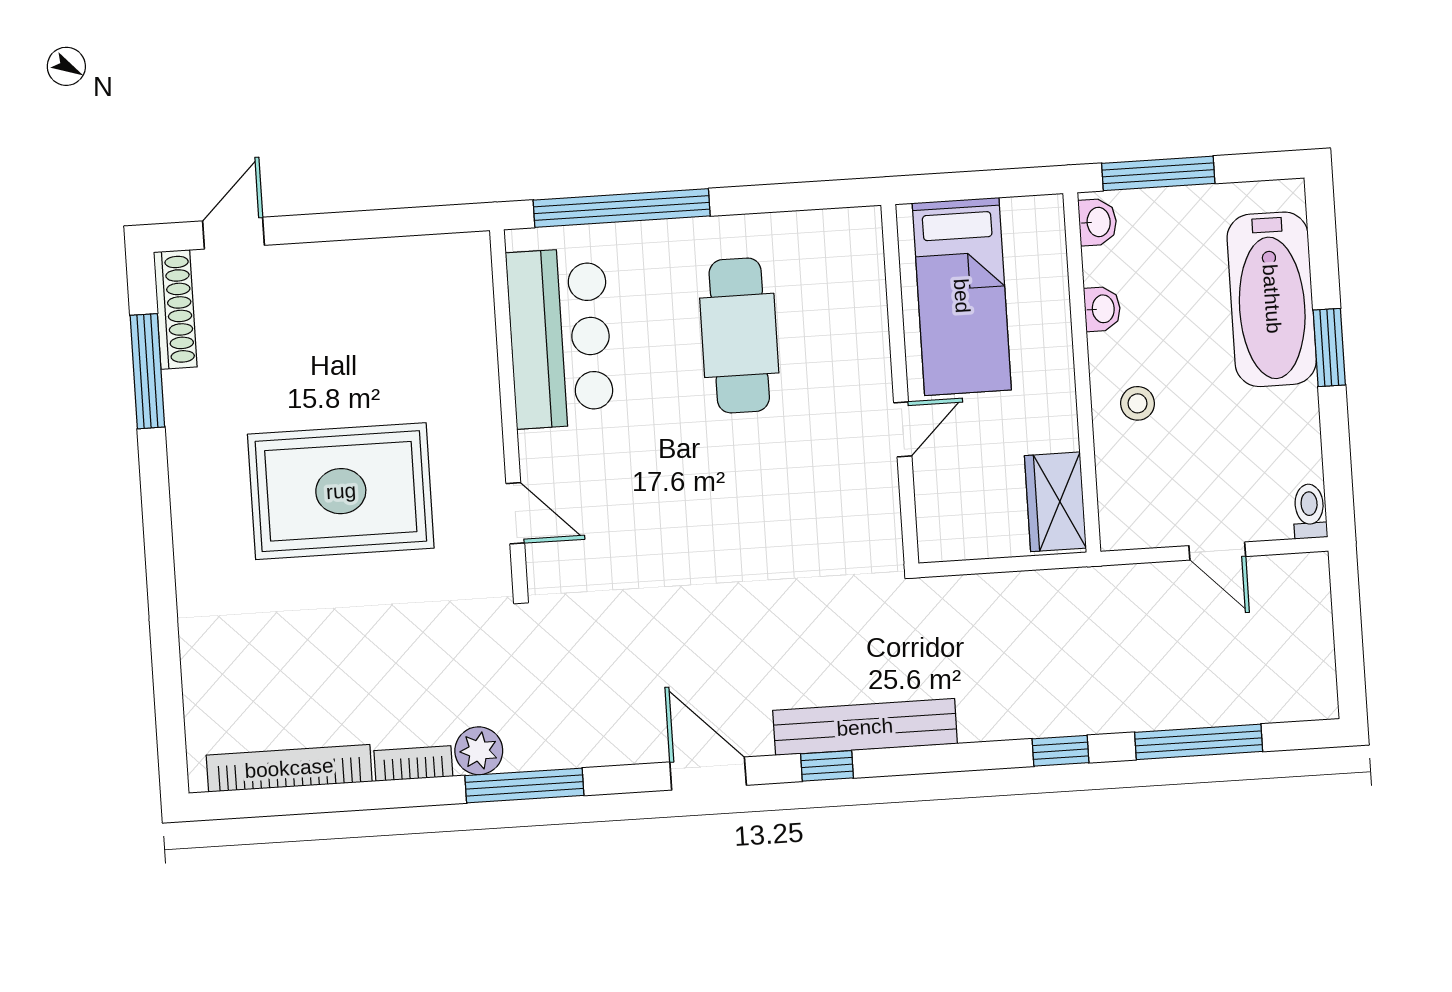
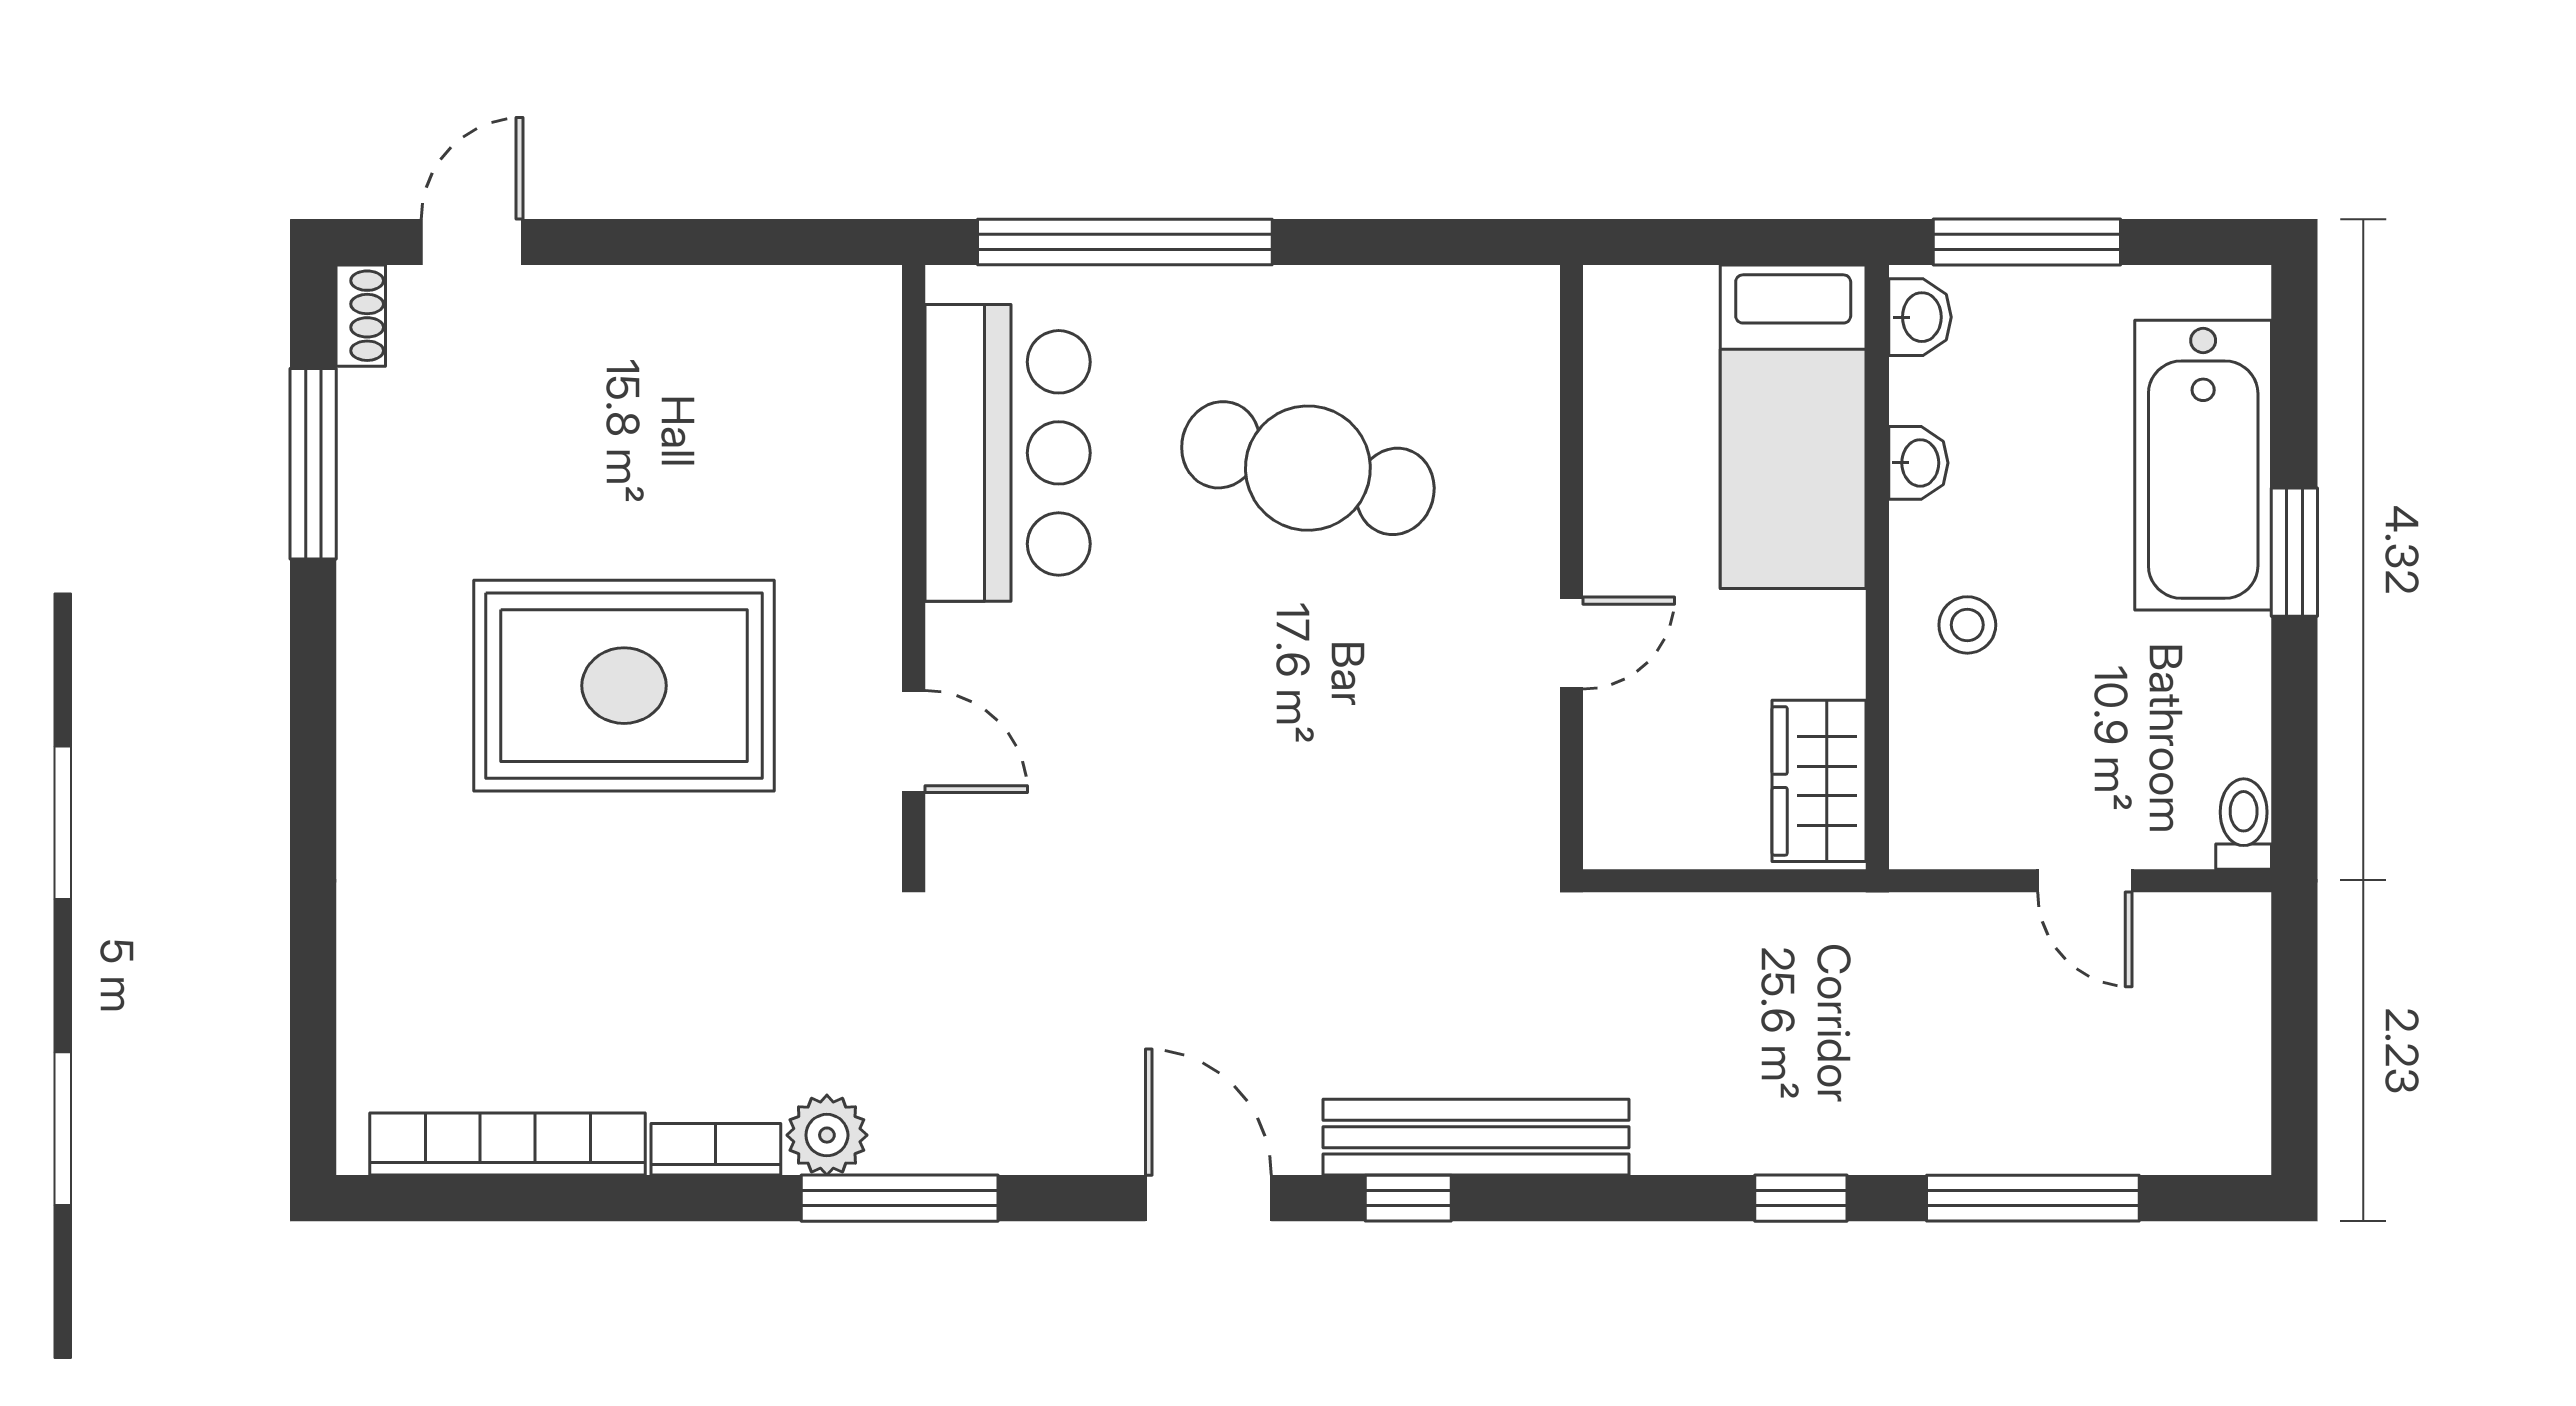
bed: (962, 296) -> (1793, 427), moved
shoe rack: (175, 309) -> (361, 316), width x0.51, depth x0.81
cafe table: (739, 335) -> (1308, 468), turned -75

